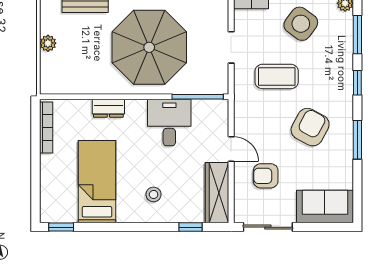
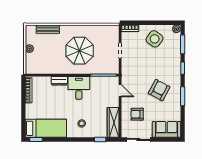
parasol: (149, 47) -> (80, 51), width x0.73, depth x0.73
coffee table: (277, 76) -> (143, 65), removed
desk: (169, 123) -> (79, 88), moved
door: (231, 149) -> (120, 91), moved
bed: (97, 182) -> (46, 128), moved, turned 90

